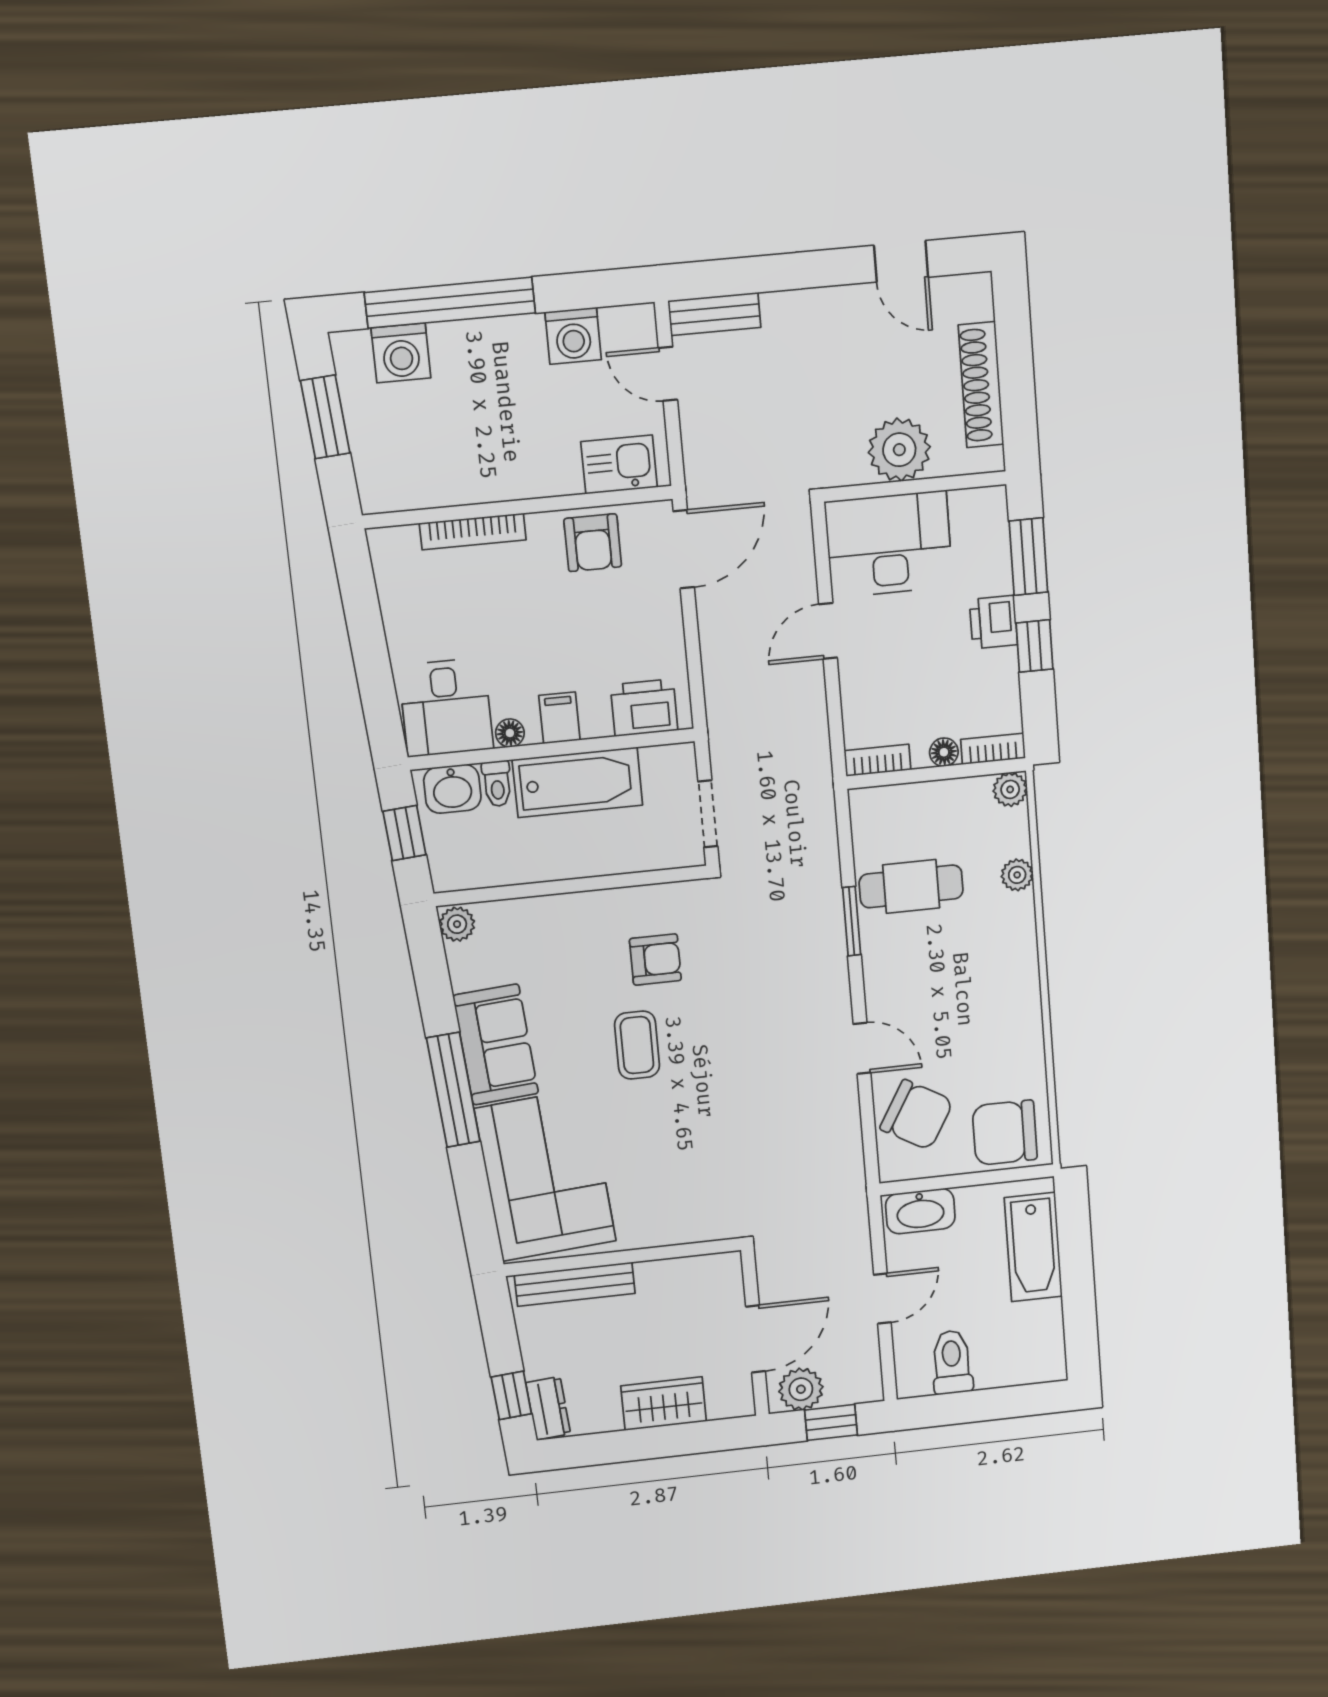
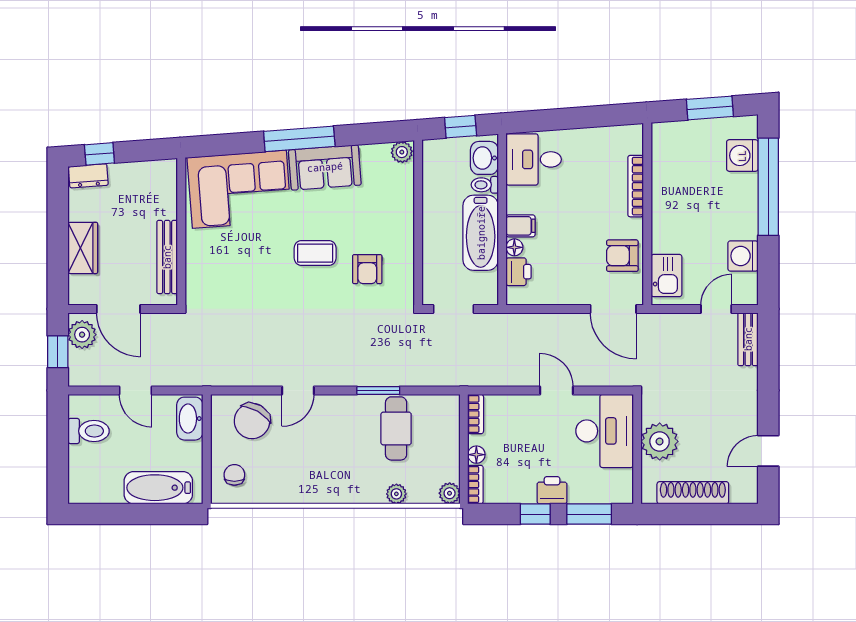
printer: (644, 708) -> (519, 272), width x0.73, depth x0.81
floor lamp: (510, 733) -> (514, 247), moved
chair: (1005, 1133) -> (234, 475), width x0.54, depth x0.54
bench: (575, 1284) -> (167, 257), moved

